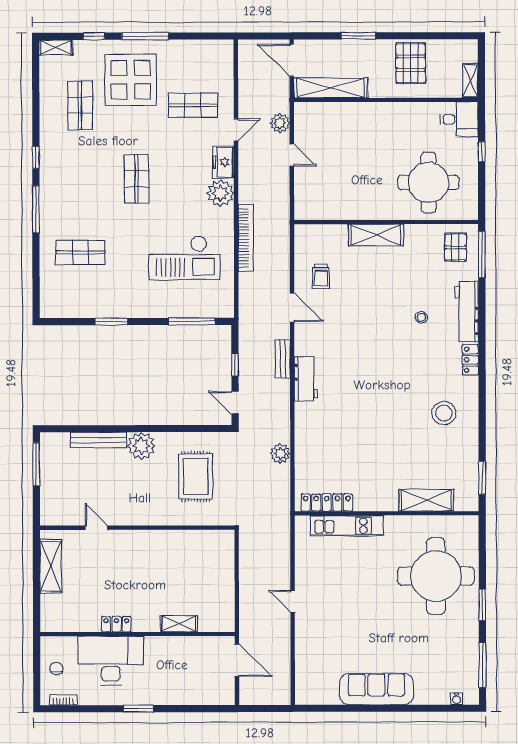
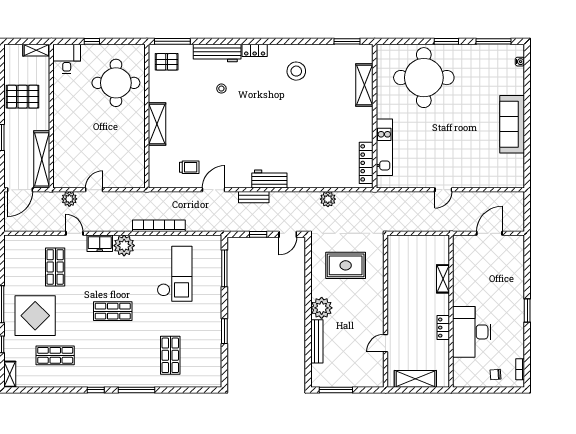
locker: (116, 624) -> (443, 328), moved
shelving: (179, 624) -> (443, 279), moved
wall: (137, 634) -> (451, 311), moved
desk: (111, 661) -> (472, 332), moved

